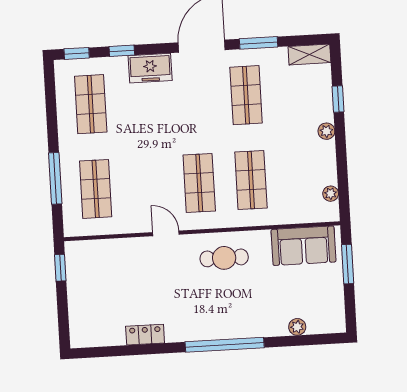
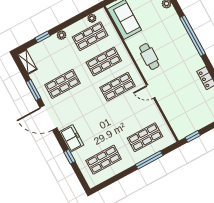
window: (77, 53) -> (81, 179), removed
shop shelf: (303, 177) -> (90, 36), added
door: (166, 233) -> (151, 91), hinge flipped

